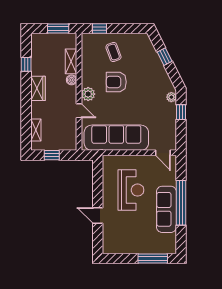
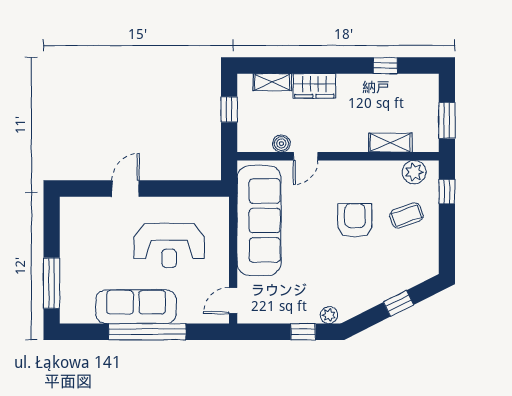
boiler: (72, 80) -> (281, 144), moved
wardrobe: (38, 88) -> (314, 86), moved
plant: (88, 94) -> (414, 172), moved

